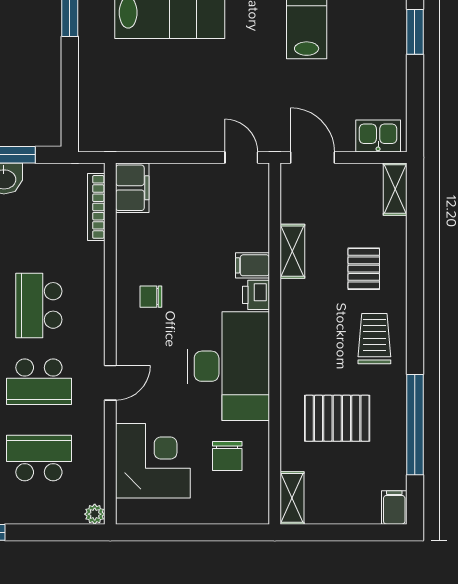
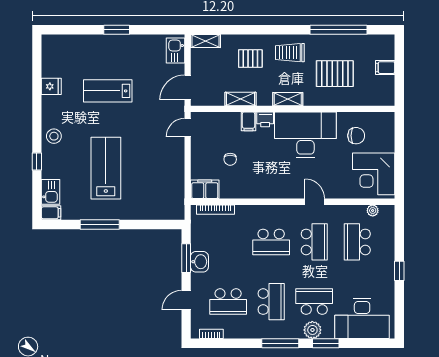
chair: (151, 297) -> (230, 159), moved
pallet: (337, 418) -> (335, 74), turned 90
corner desk: (153, 461) -> (374, 174), moved, turned -90
shelving: (292, 498) -> (288, 99), moved
filing cabinet: (394, 507) -> (385, 68), moved
plant: (95, 514) -> (373, 211), moved

